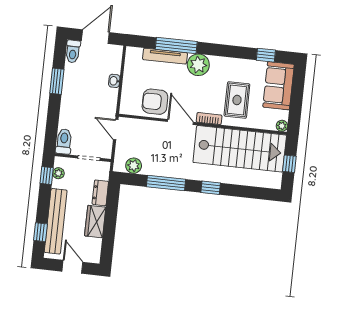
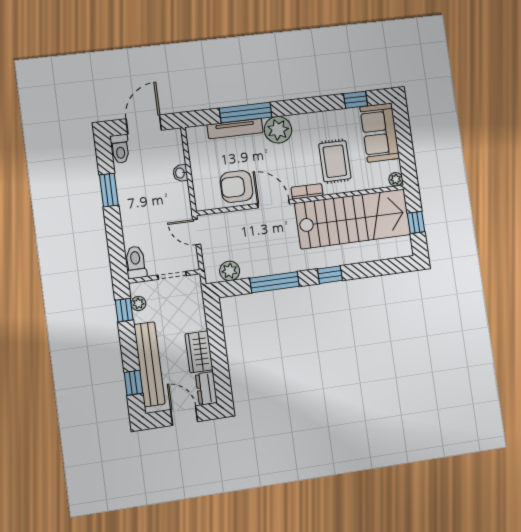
dresser: (100, 193) -> (206, 388), moved

